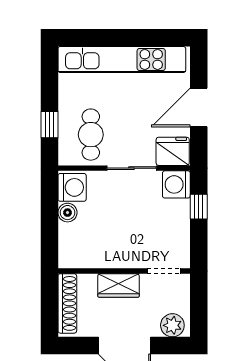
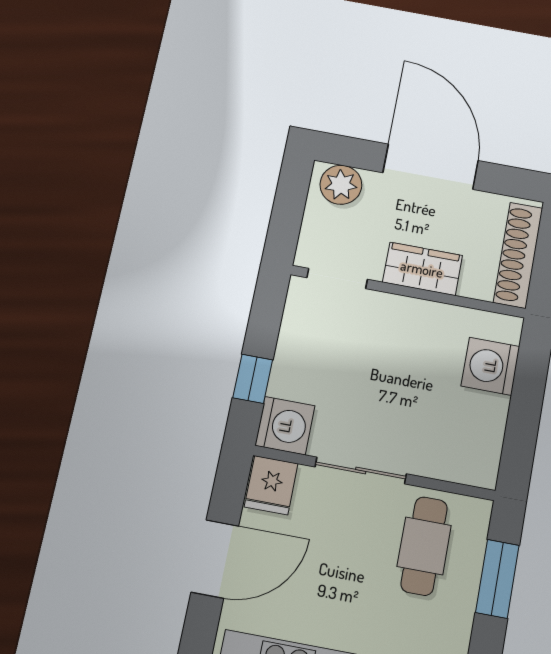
window: (49, 125) -> (497, 579), width x1.50
fridge: (173, 151) -> (271, 485), width x0.72
washing machine: (72, 187) -> (490, 366), moved
boiler: (68, 213) -> (491, 412), removed

